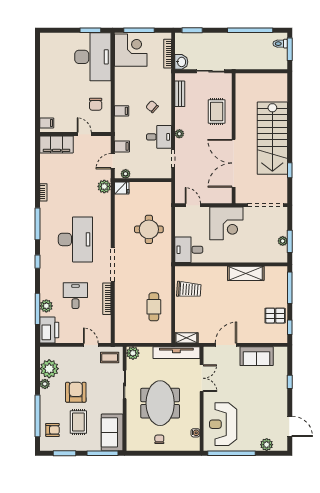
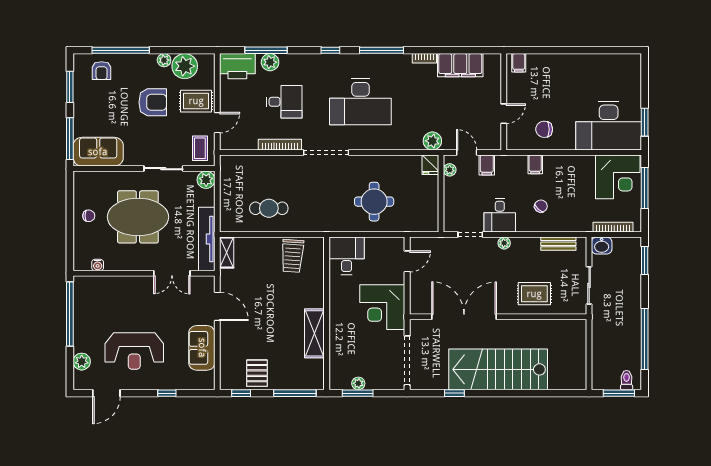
filing cabinet: (57, 144) -> (460, 65), moved, turned -90
rug: (78, 422) -> (196, 101), moved
reception desk: (223, 424) -> (134, 351), moved, turned 180

